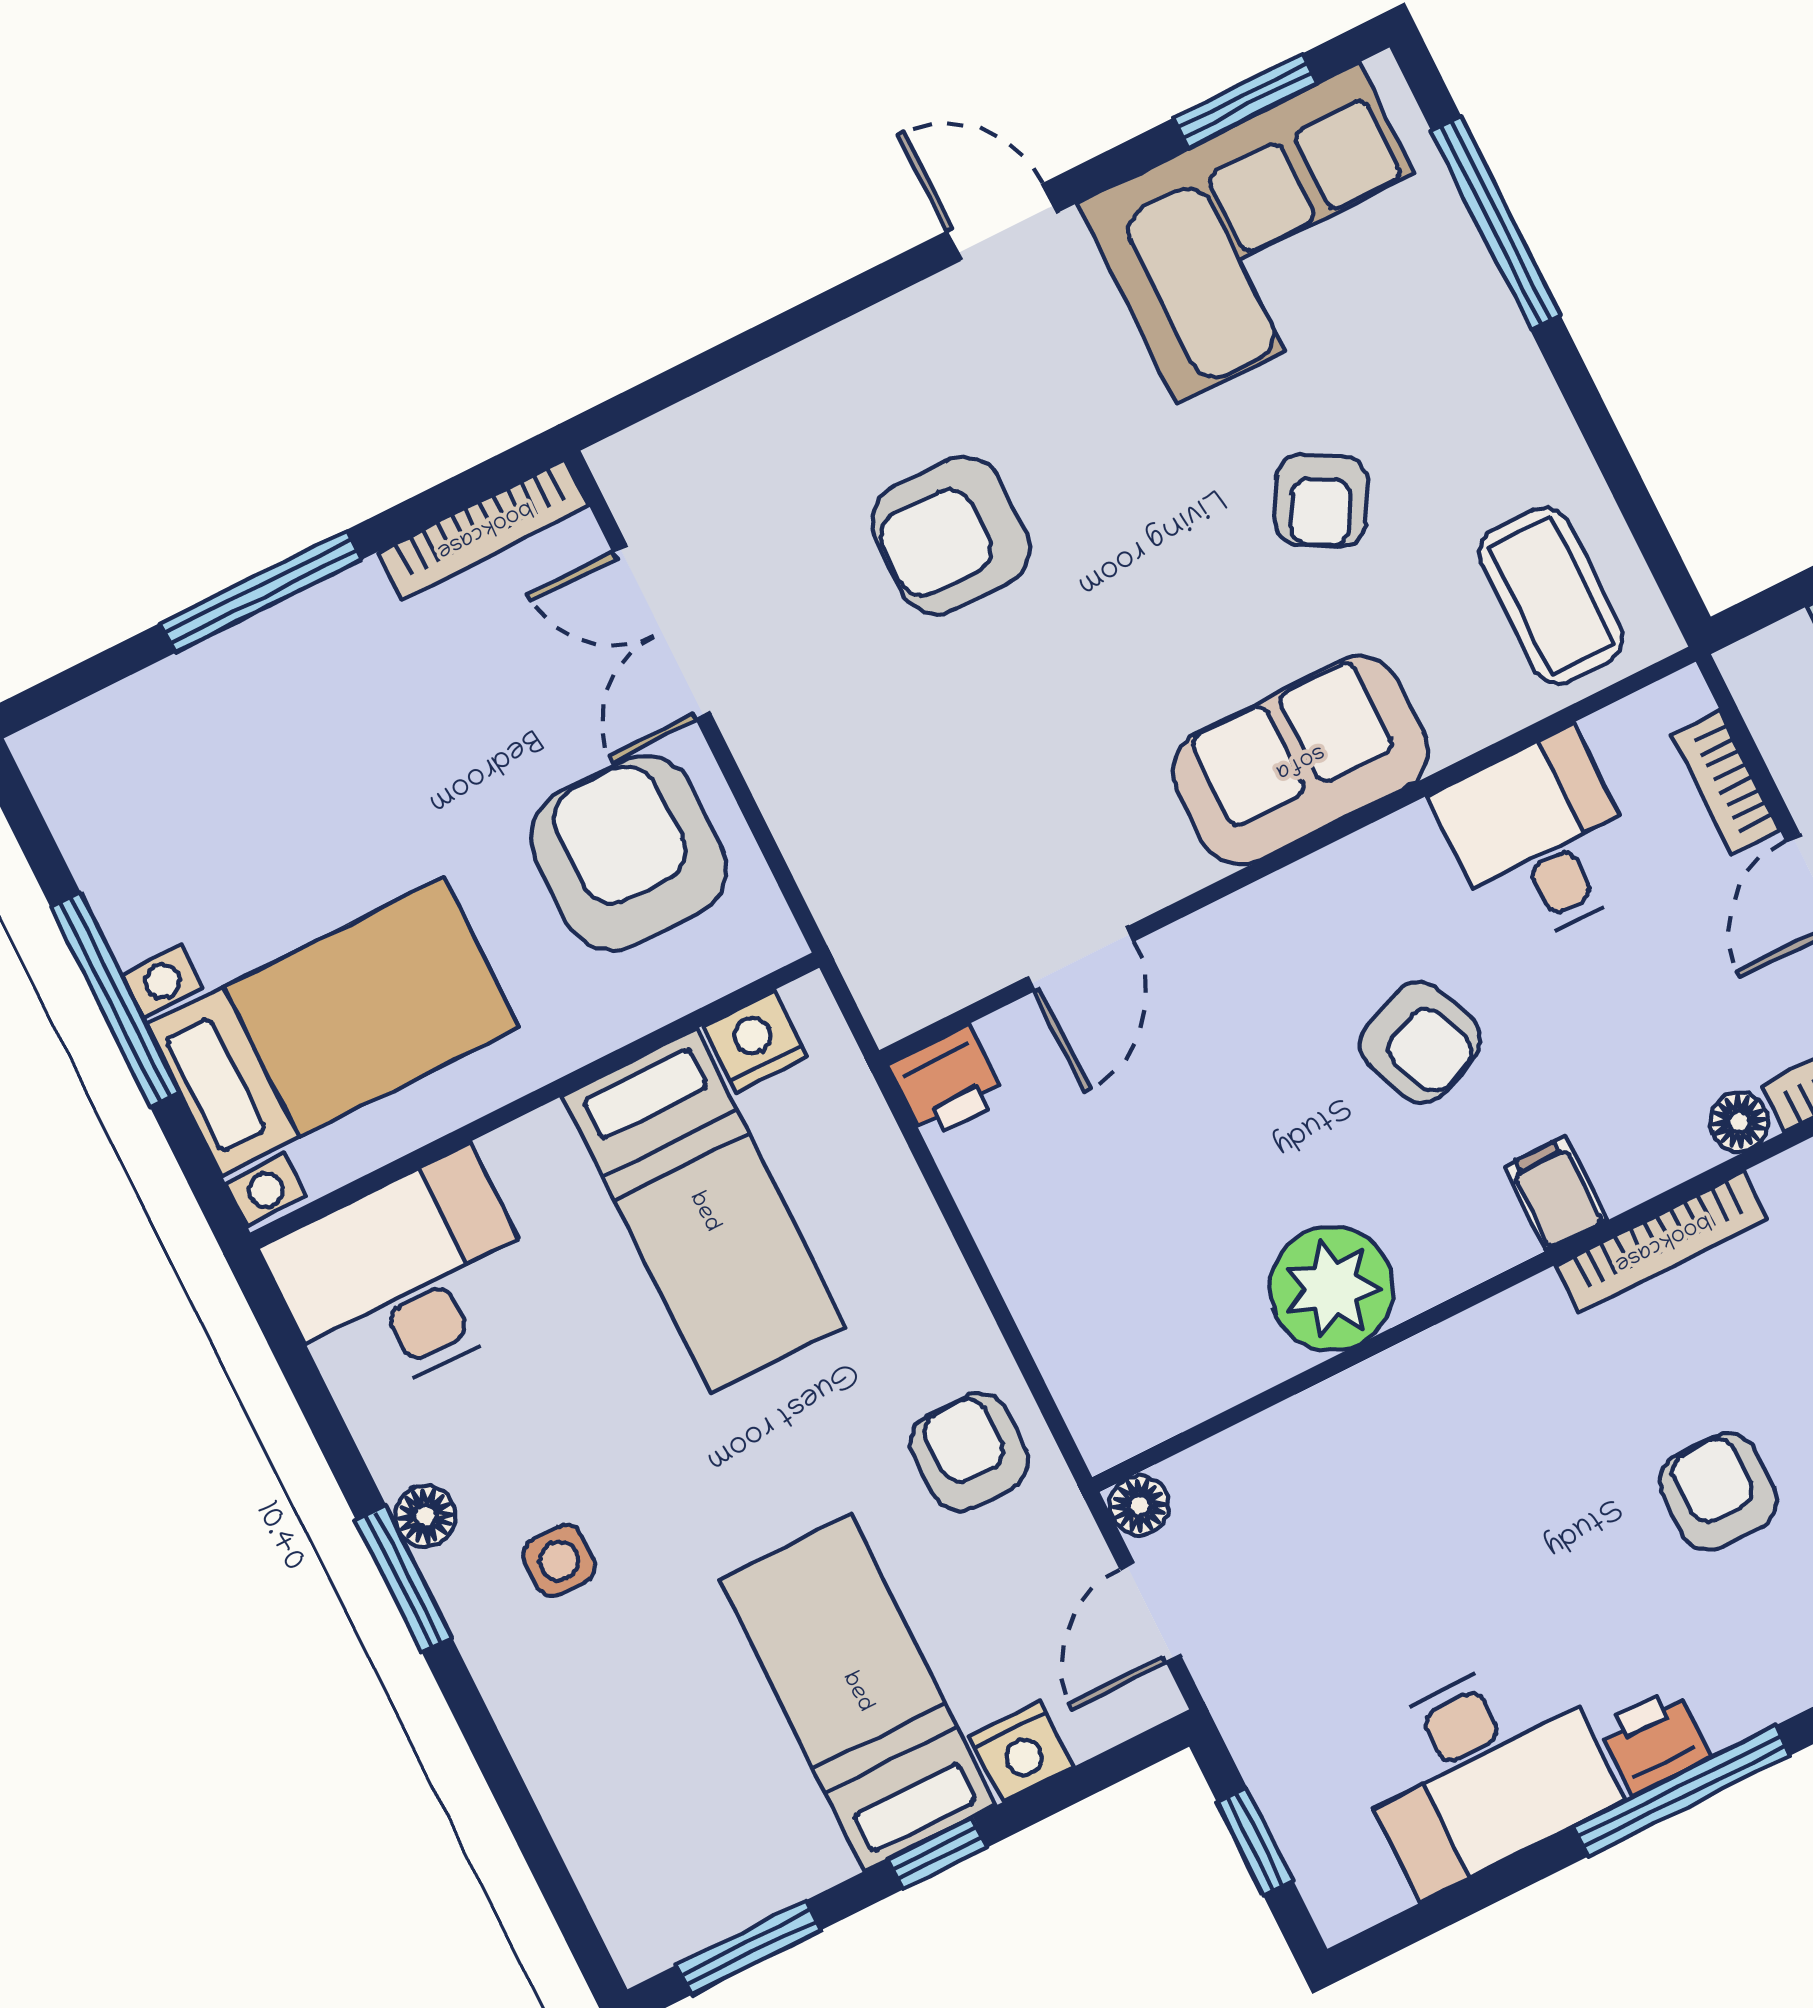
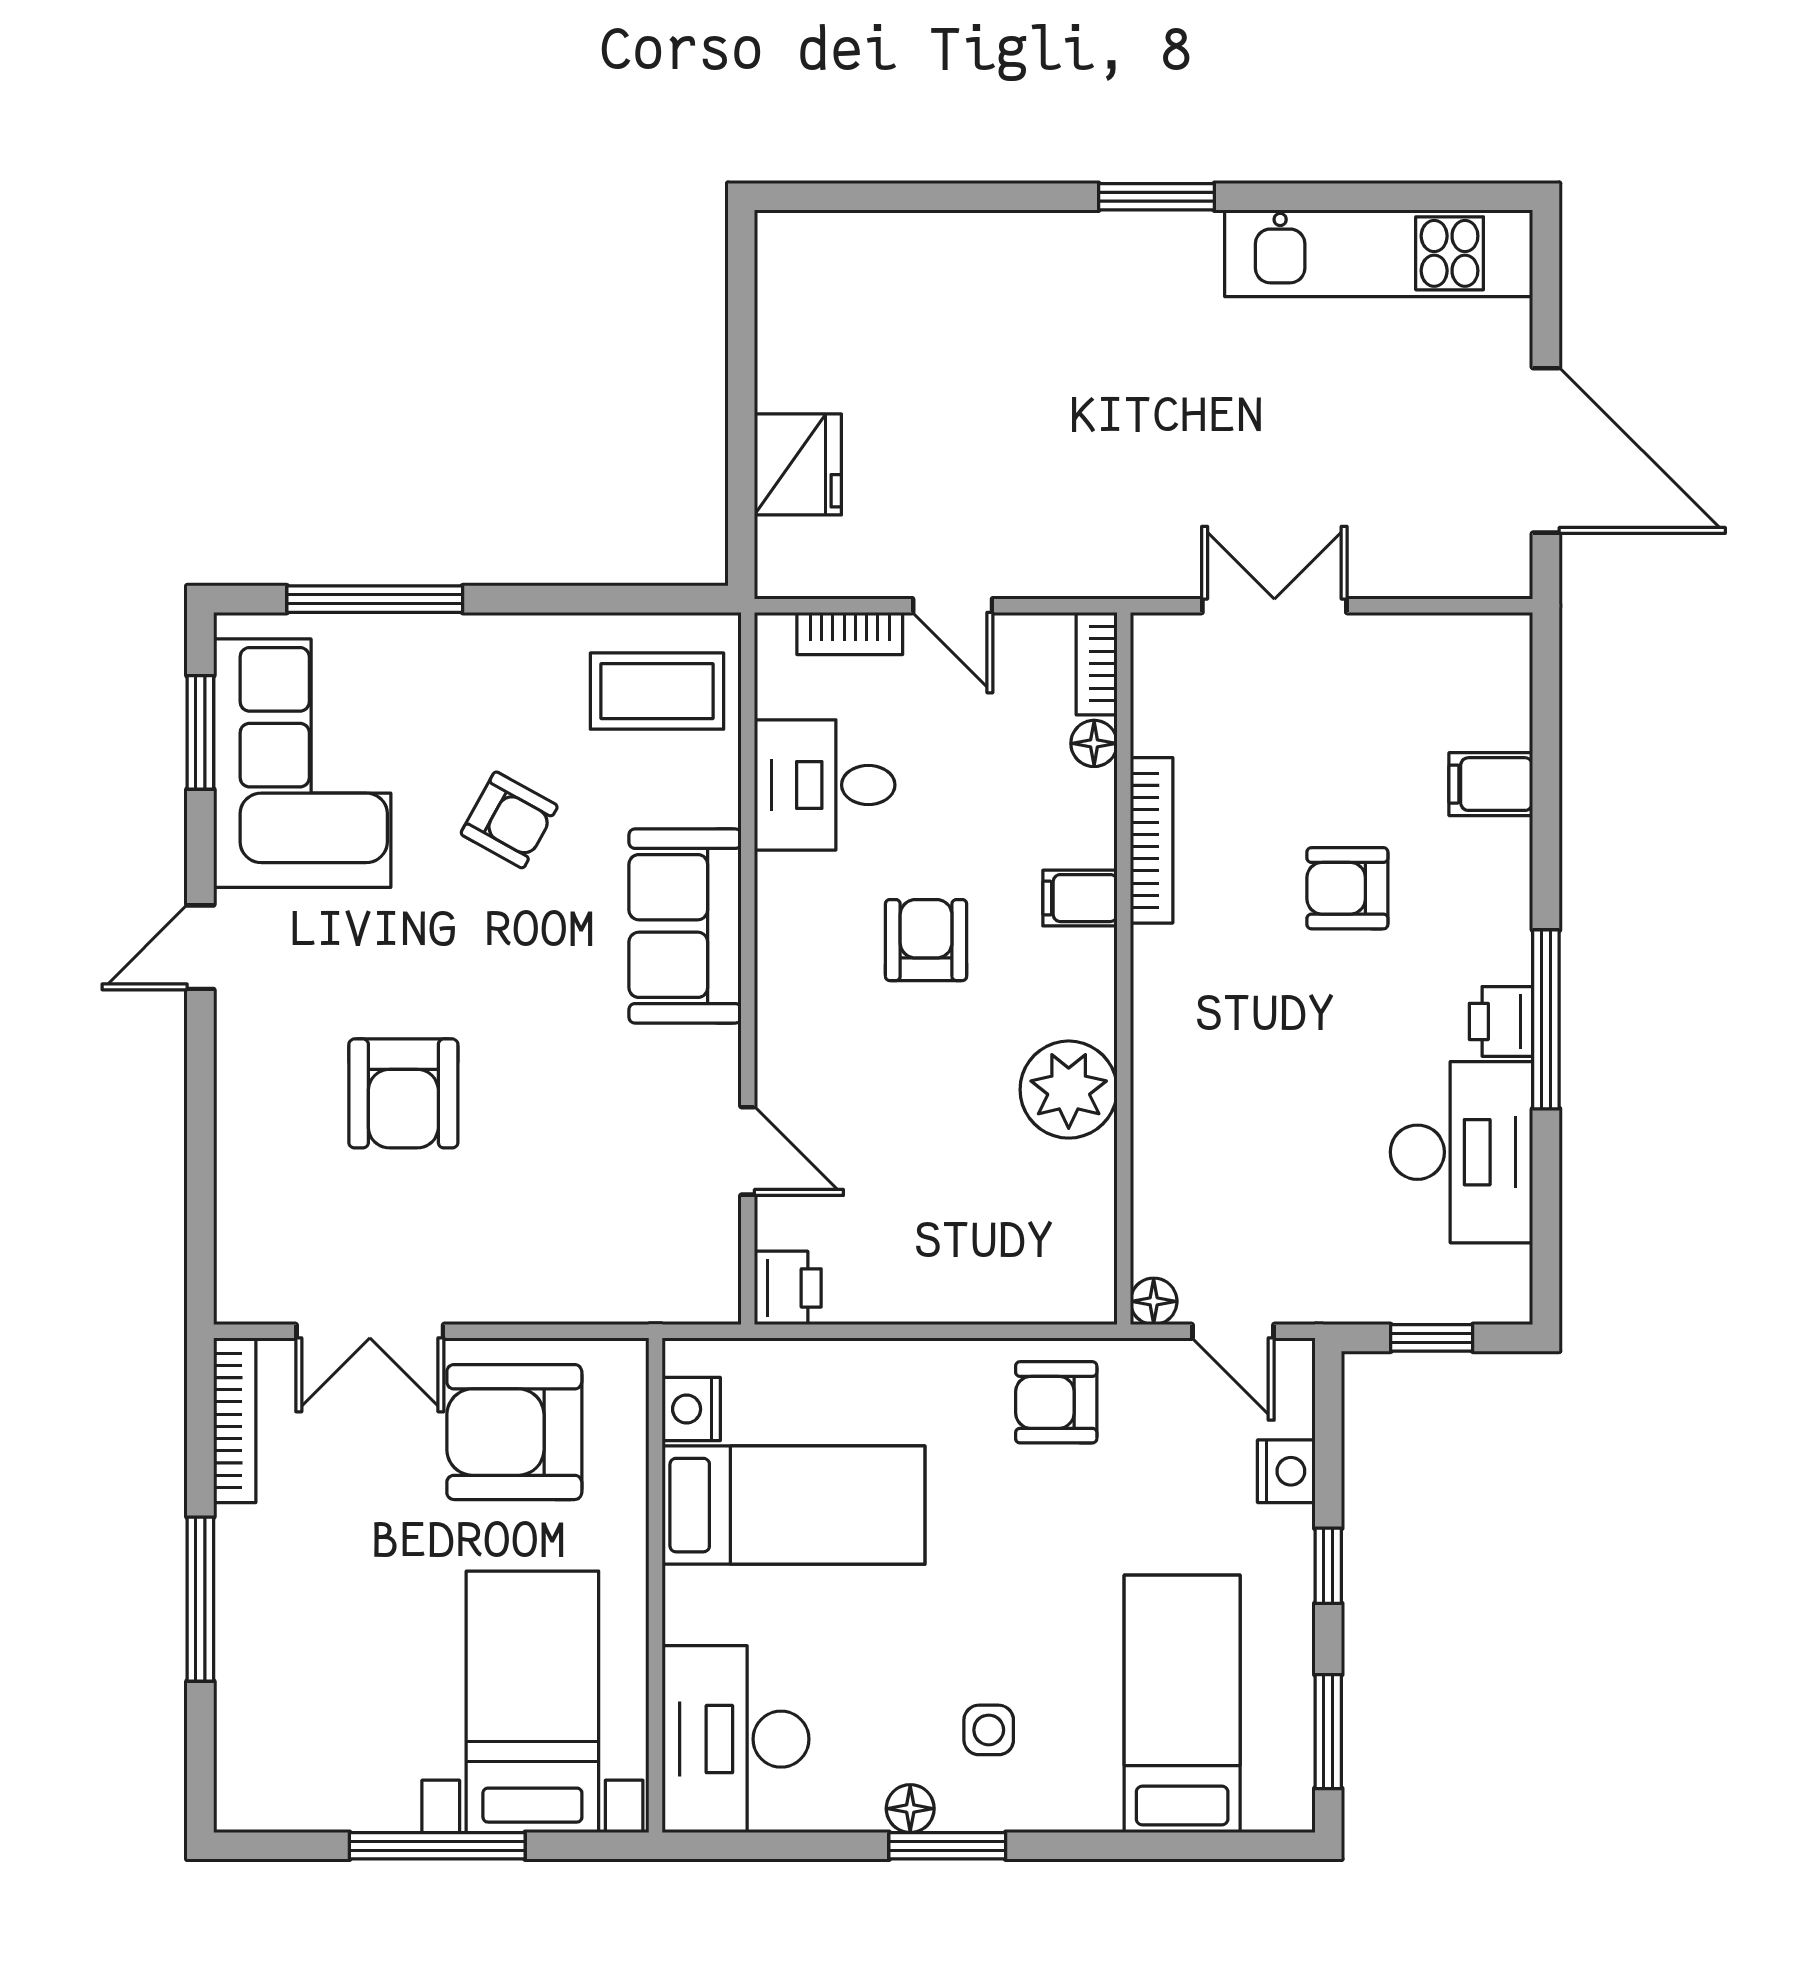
armchair: (1421, 1042) -> (926, 940), turned -67
bed: (857, 1692) -> (1182, 1704), moved, turned 90

